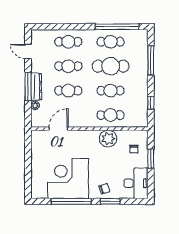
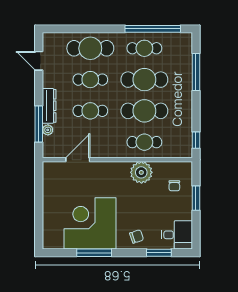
cafe table: (68, 42) -> (90, 48), width x1.37, depth x1.35
window: (28, 86) -> (39, 124), moved
cafe table: (111, 91) -> (144, 111), width x1.37, depth x1.35
window: (151, 103) -> (196, 140), moved
desk: (136, 183) -> (177, 235), width x0.73
window: (71, 201) -> (94, 253), width x0.68
window: (110, 201) -> (159, 253), moved

